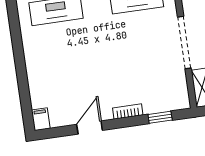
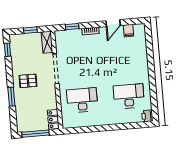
filing cabinet: (41, 119) -> (129, 31), moved

